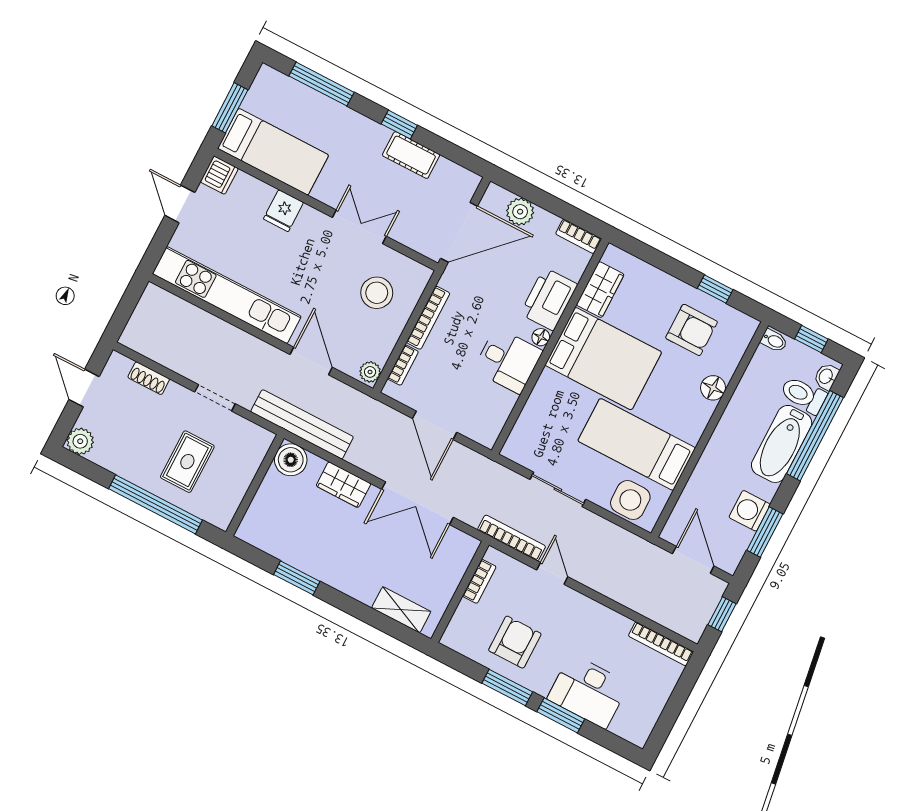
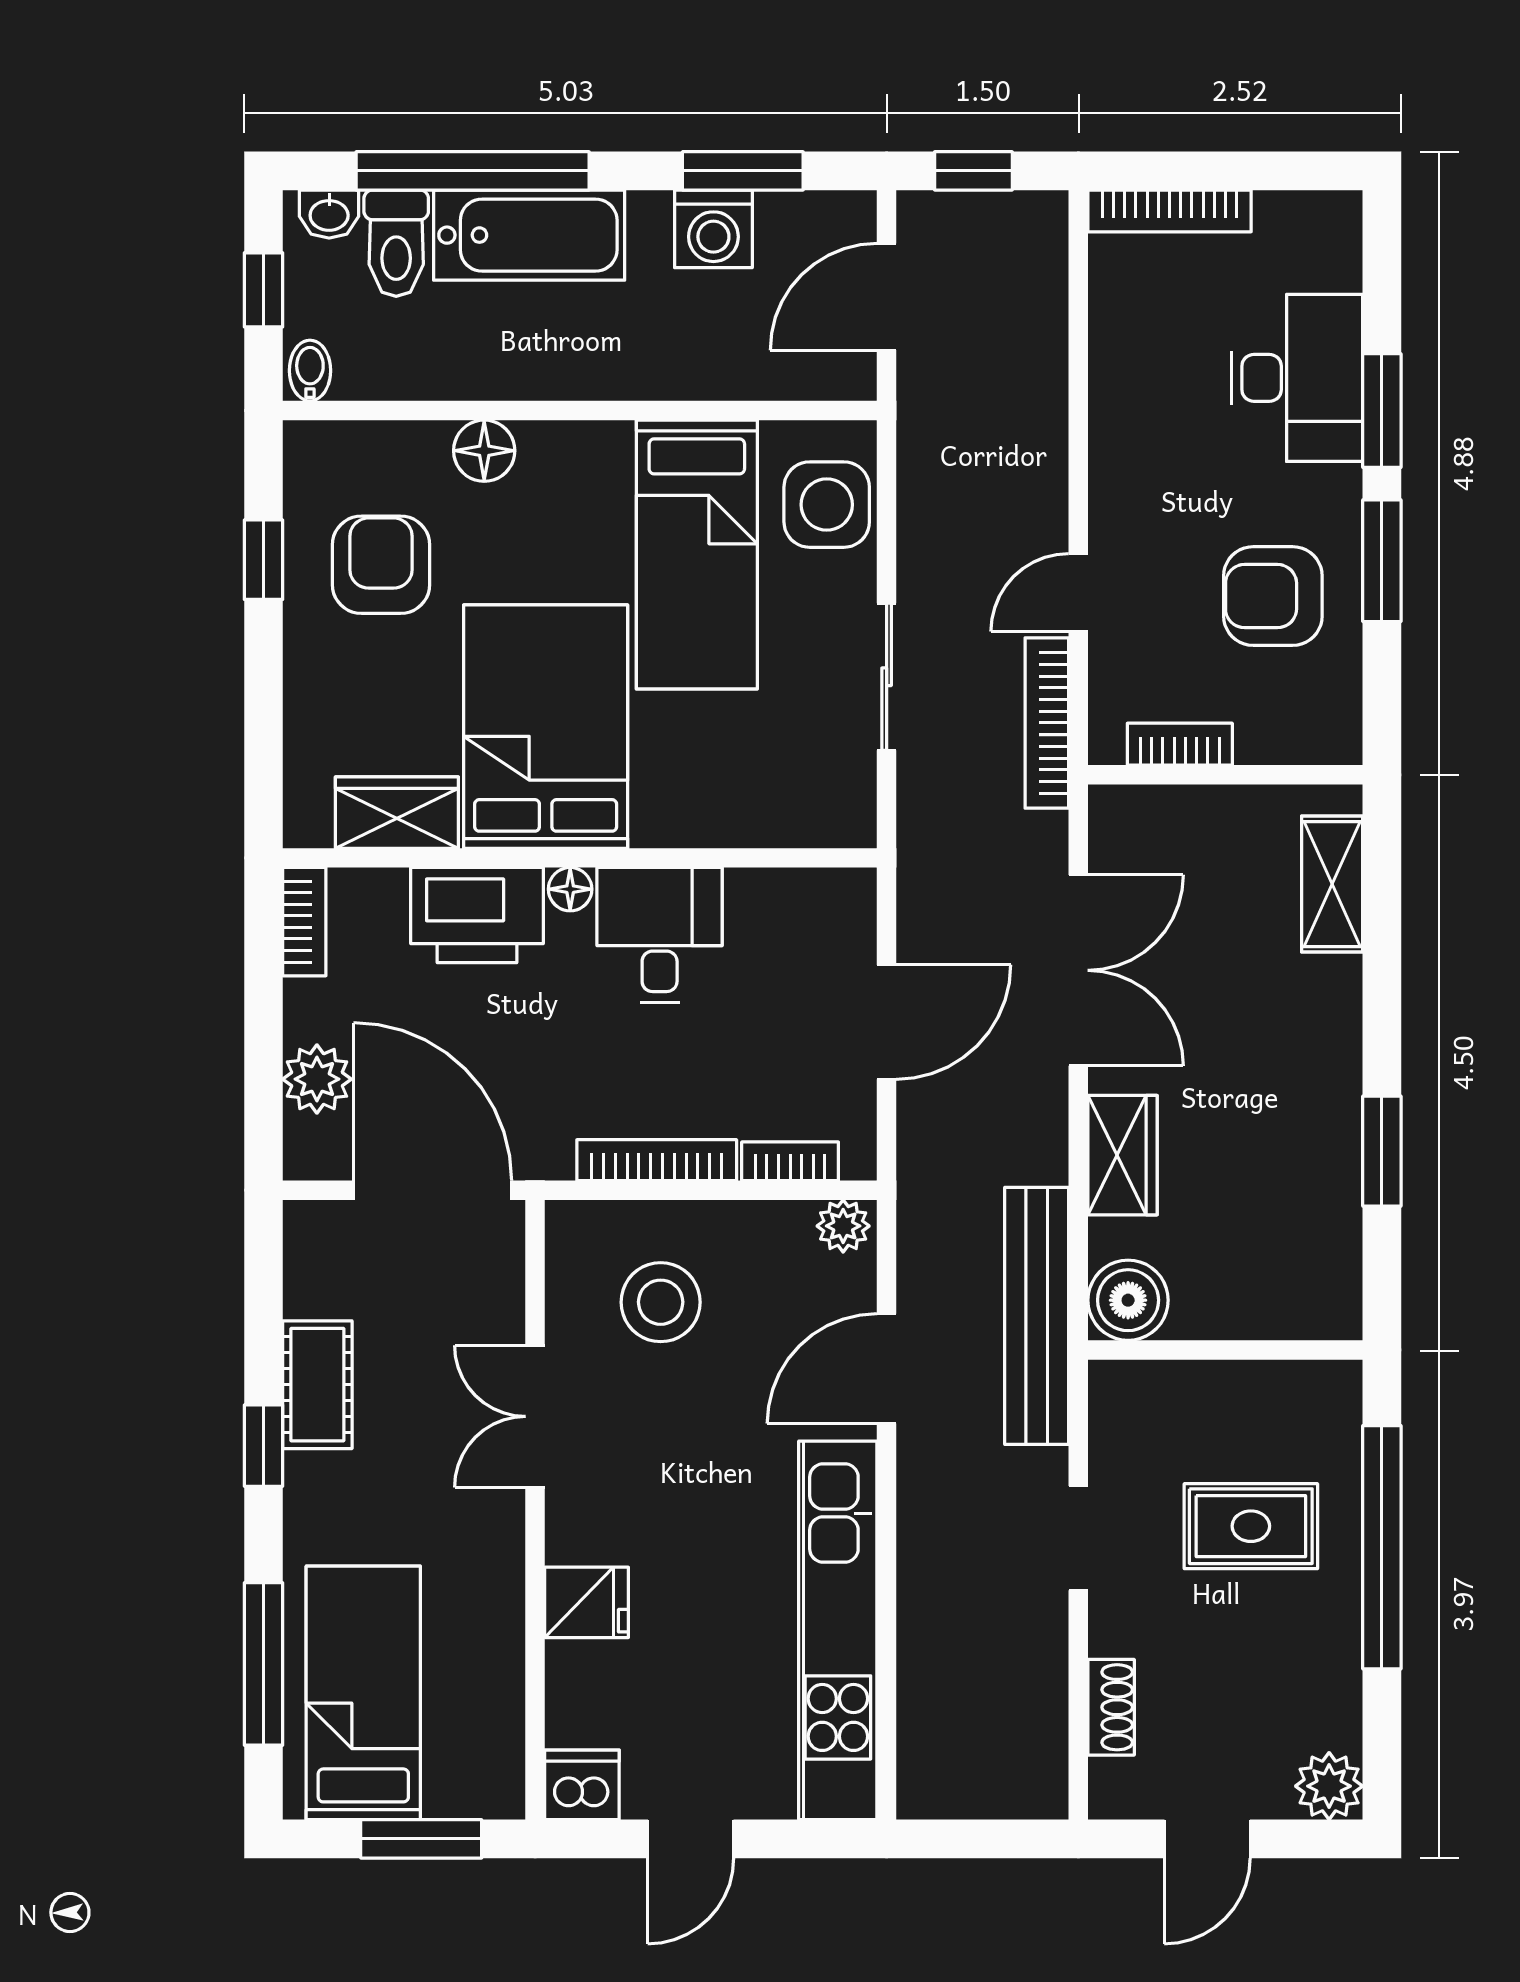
bed: (273, 152) -> (363, 1693), moved
bookcase: (661, 644) -> (1170, 211), moved, turned 90

